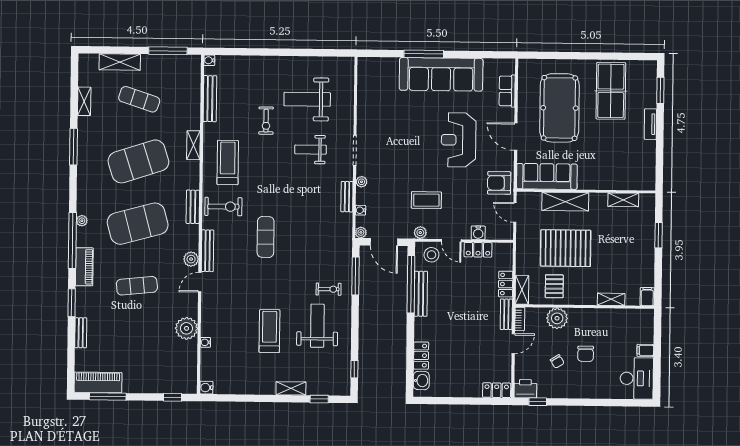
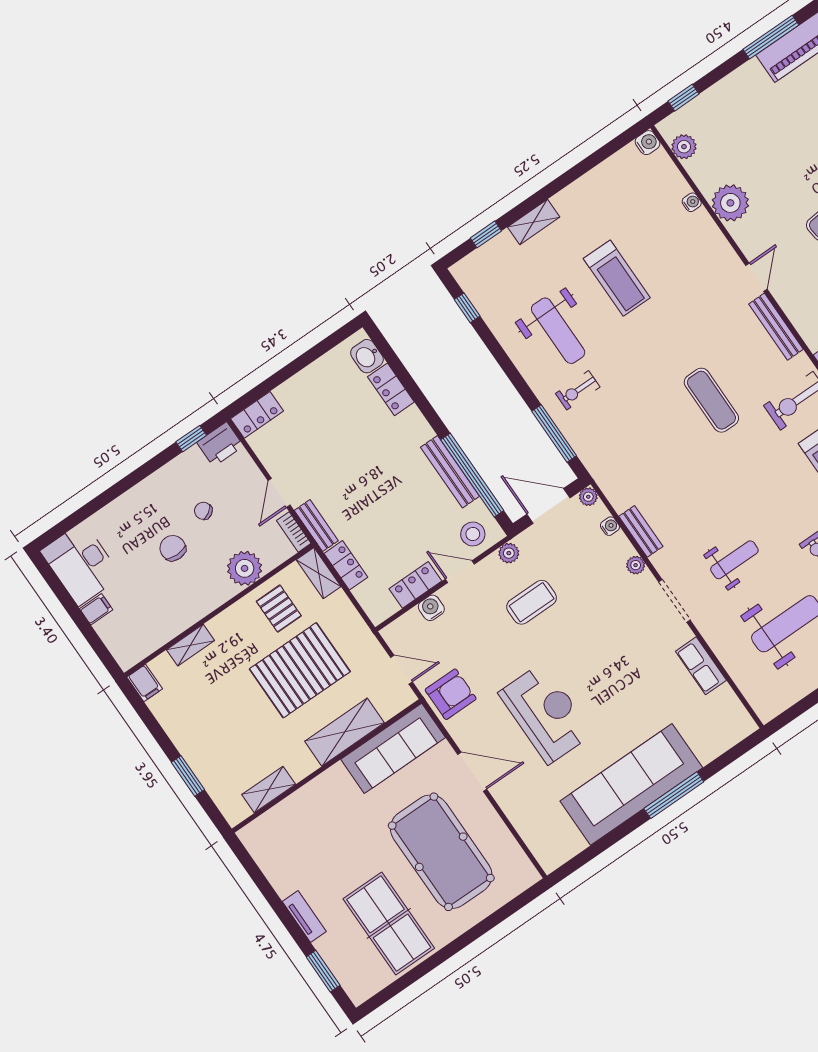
row of seats: (507, 91) -> (701, 666), moved, turned 180
plant: (191, 259) -> (684, 147), moved

